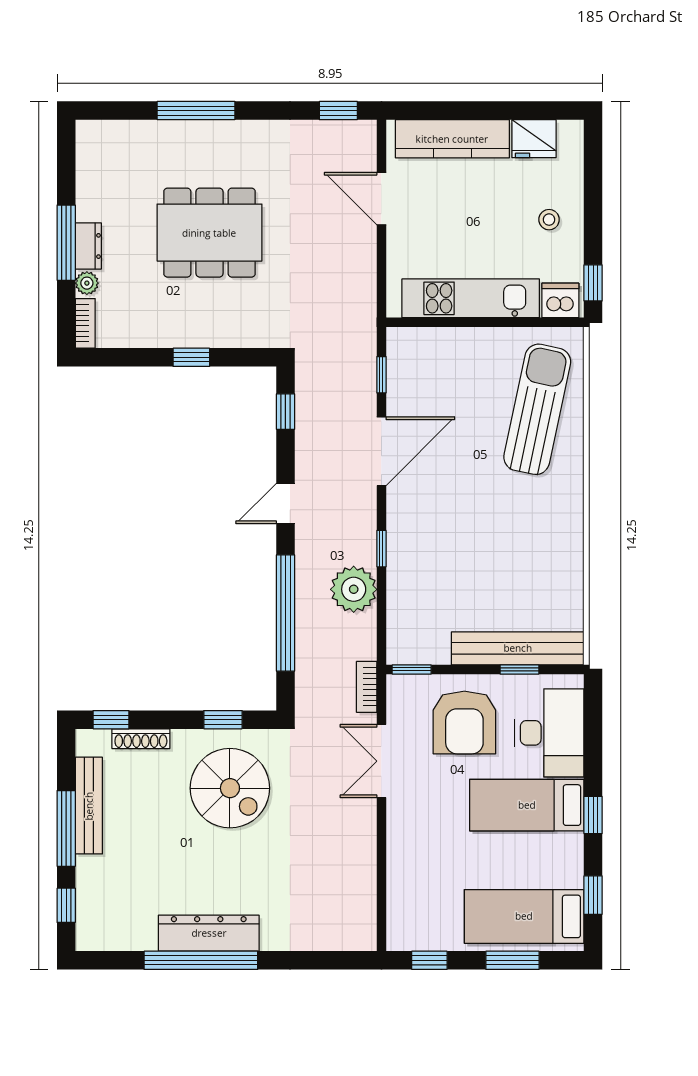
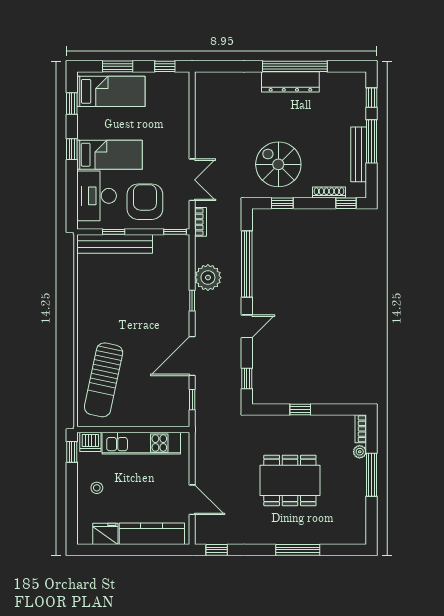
dresser: (88, 246) -> (359, 473), removed

